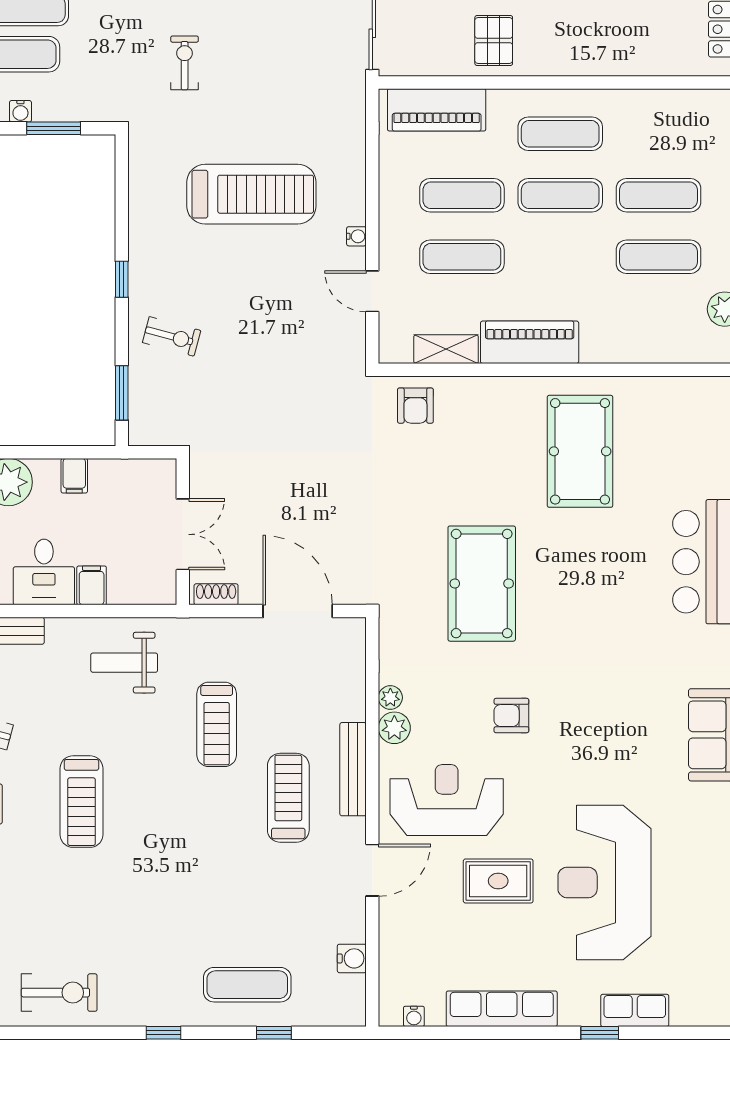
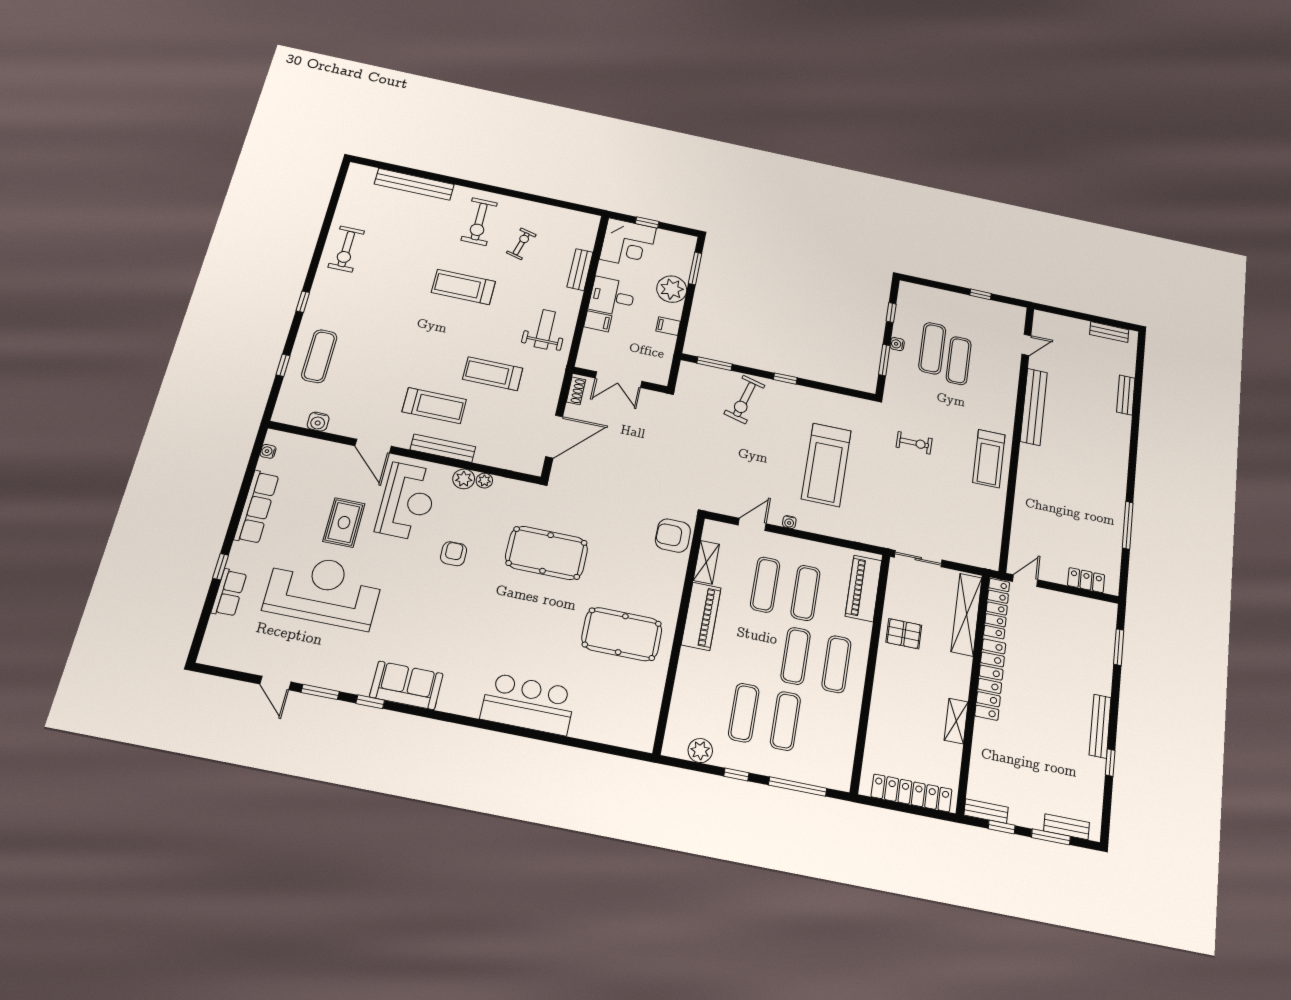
exercise bike: (172, 336) -> (744, 399), width x1.38, depth x1.39
armchair: (415, 406) -> (673, 536), width x1.38, depth x1.38

